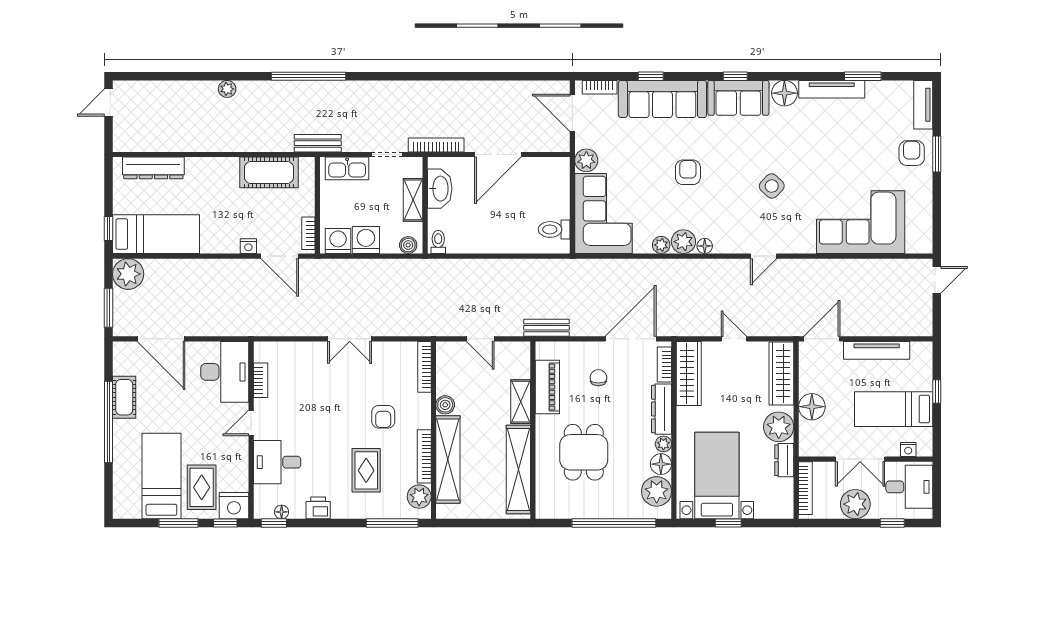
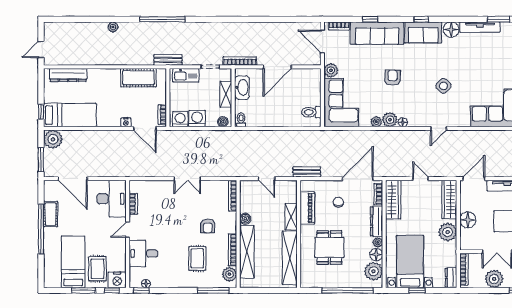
door: (109, 102) -> (41, 50), moved
dresser: (784, 460) -> (451, 278), moved
printer: (318, 508) -> (168, 281), removed

